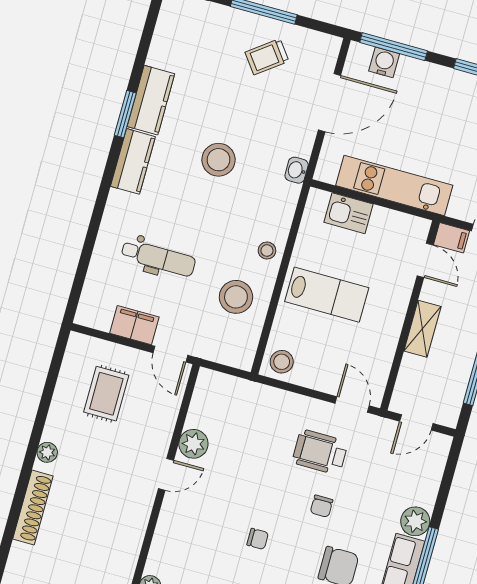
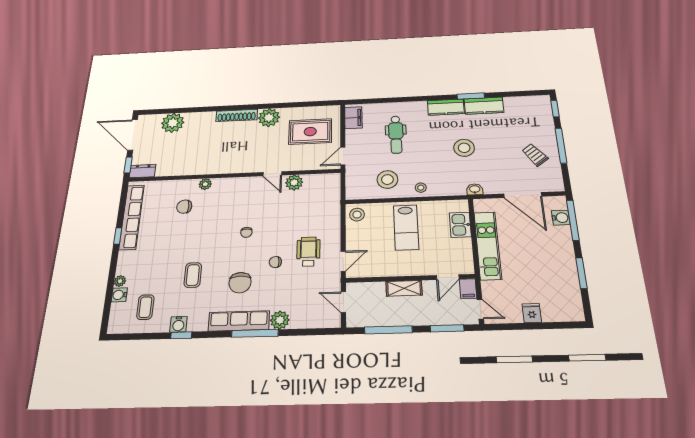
filing cabinet: (134, 325) -> (353, 118), moved
rug: (106, 394) -> (310, 132), width x1.36, depth x1.43
plant: (47, 452) -> (269, 118), width x1.88, depth x1.88

